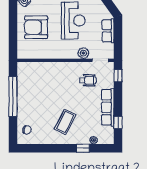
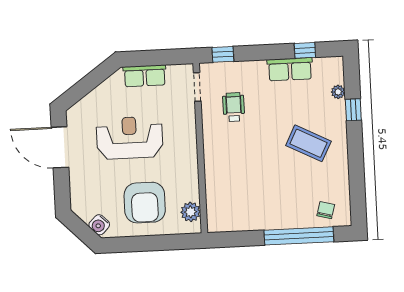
plant: (83, 53) -> (191, 212), moved
window: (13, 97) -> (299, 236), moved
row of seats: (108, 107) -> (290, 69), width x0.68

